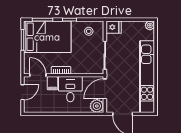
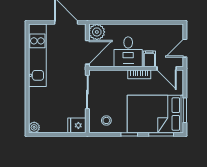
kitchen unit: (147, 77) -> (37, 55), width x0.73

